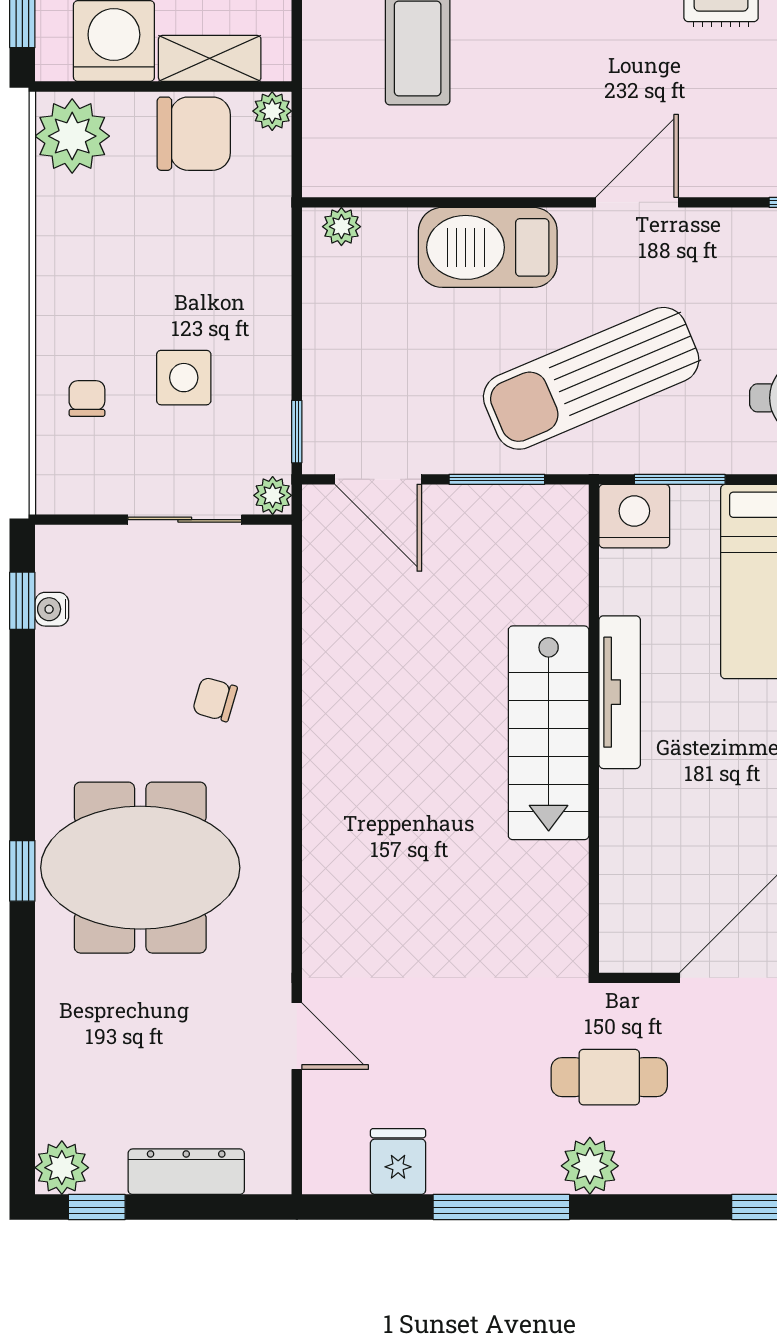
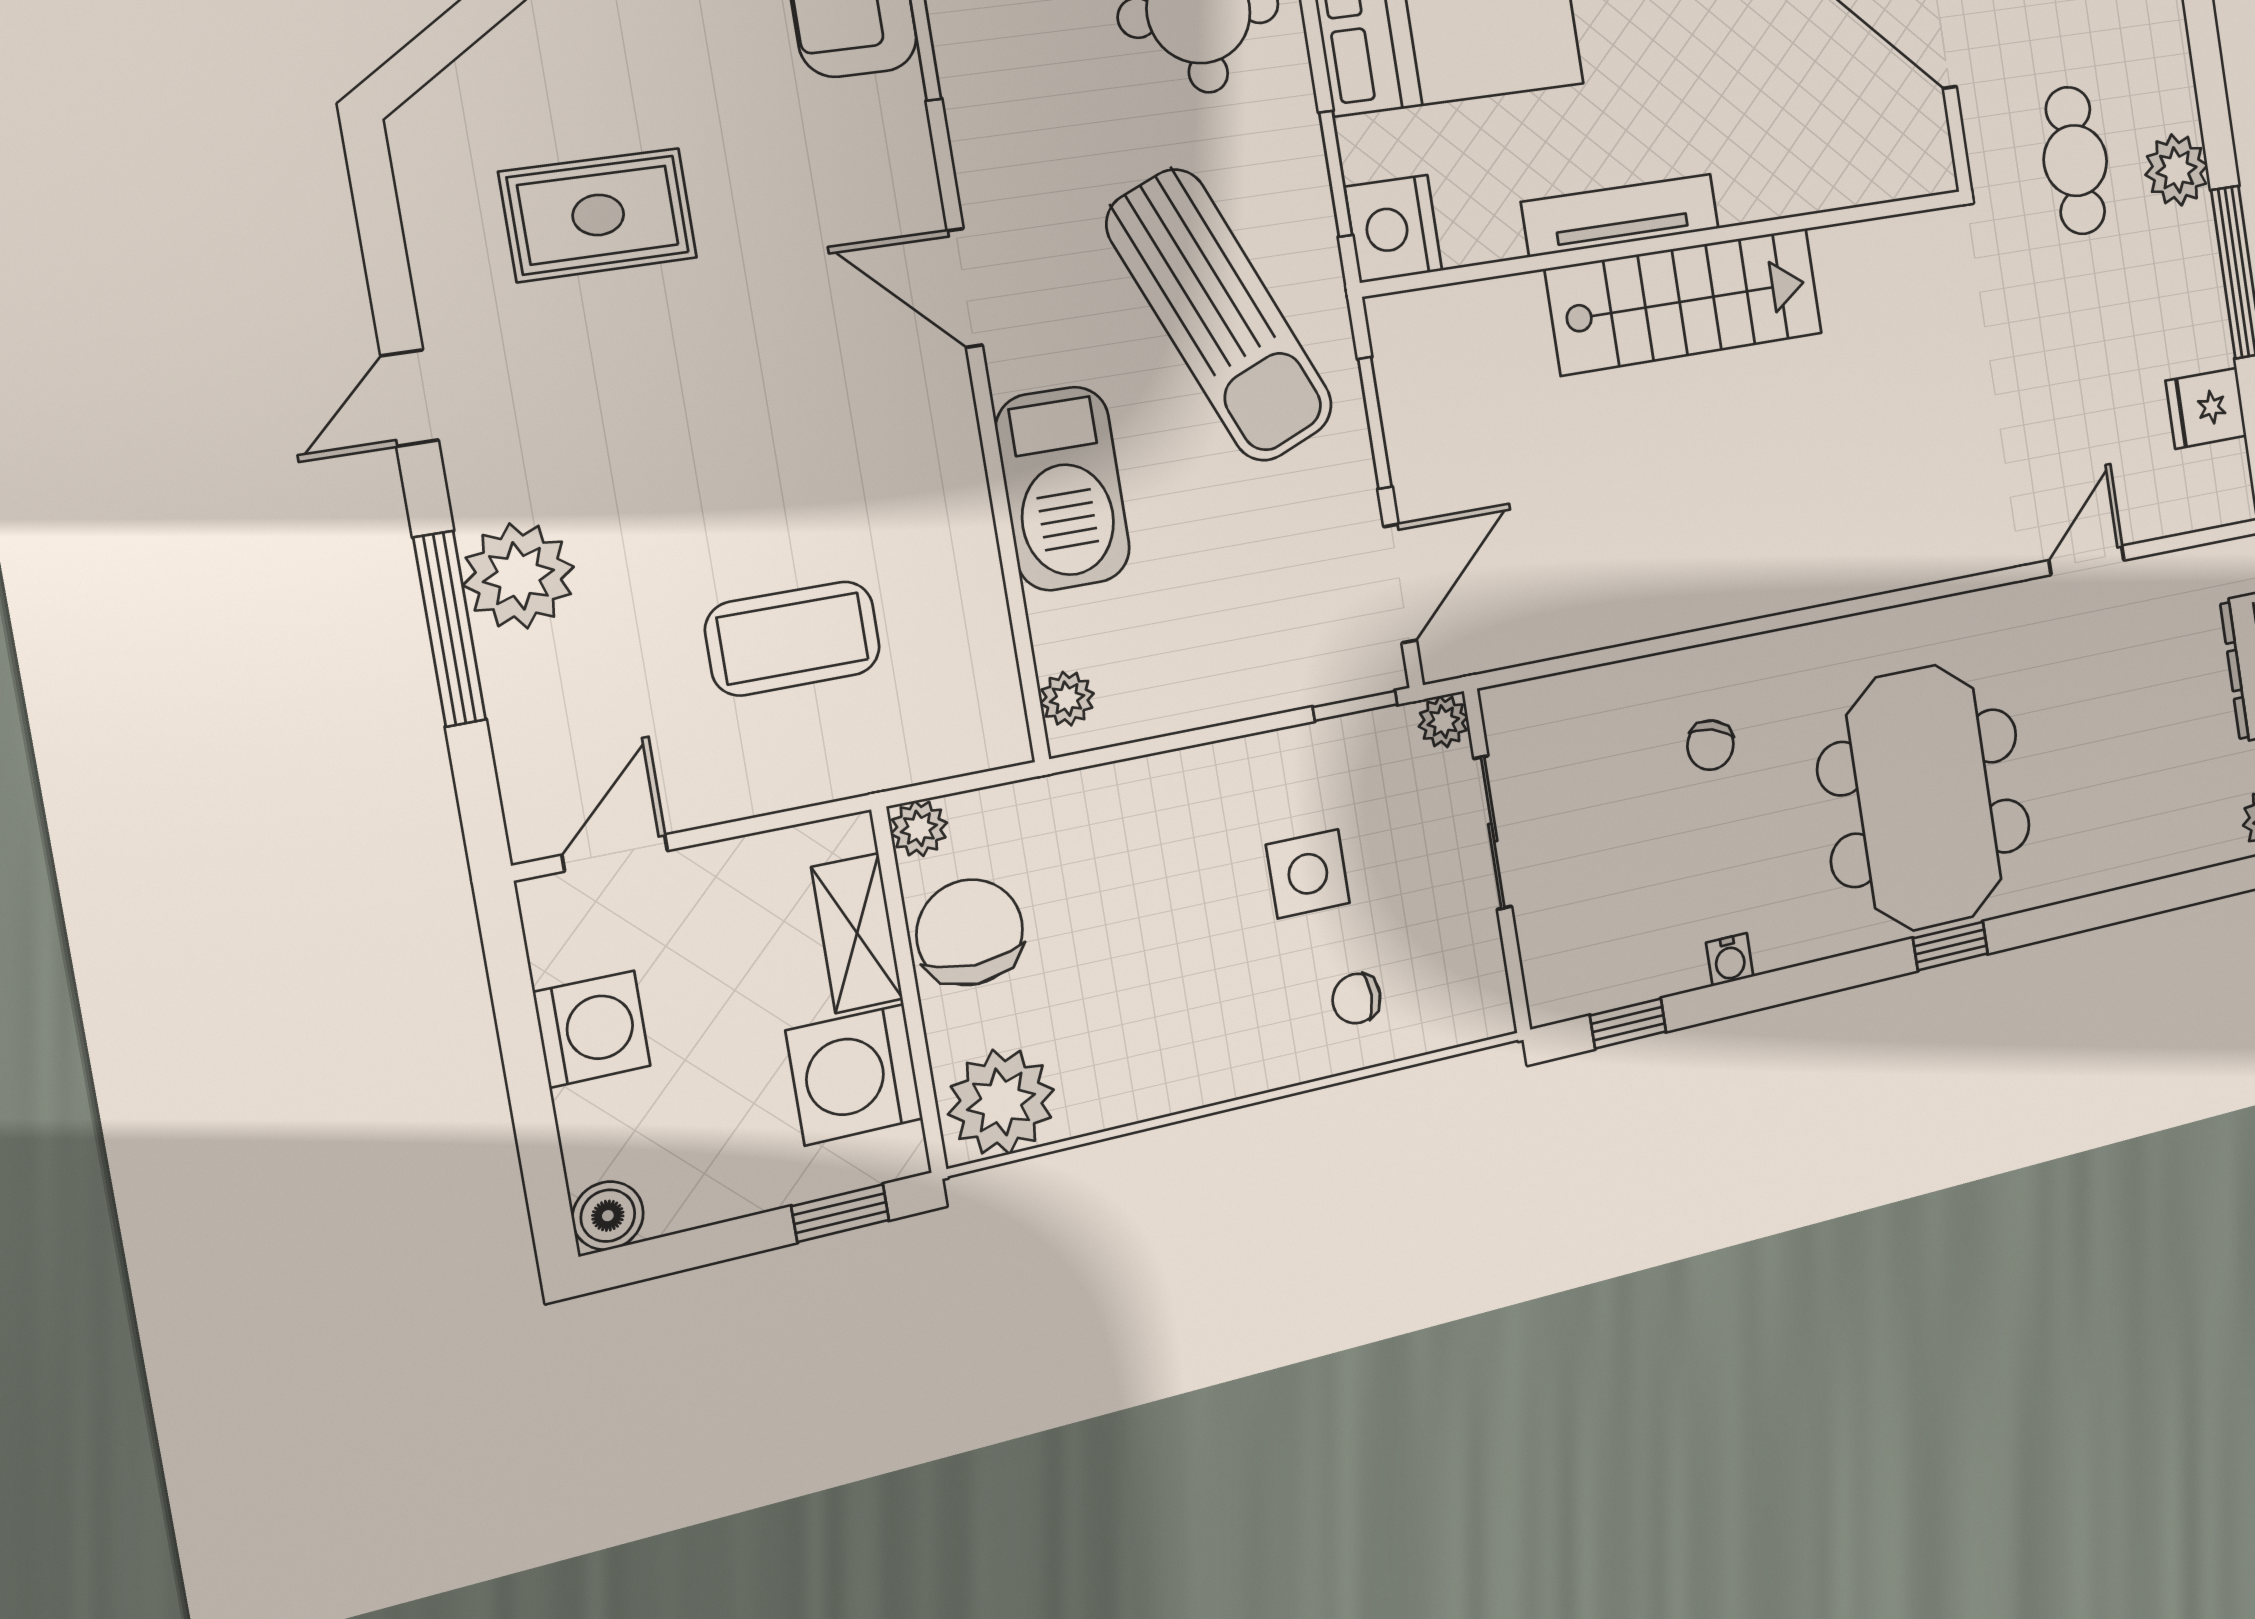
water cooler: (52, 609) -> (1730, 960), moved

